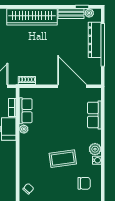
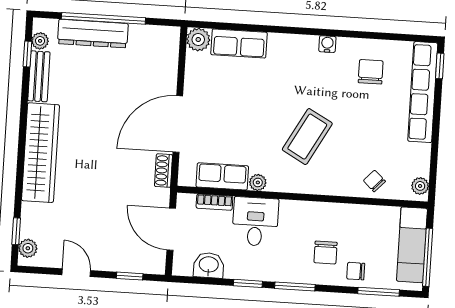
door: (72, 86) -> (178, 124), moved
plant: (95, 149) -> (198, 40), moved
coffee table: (63, 159) -> (307, 137), moved, turned 37

